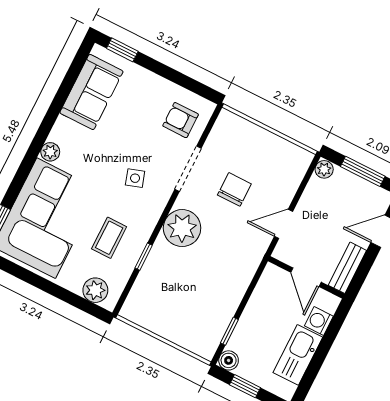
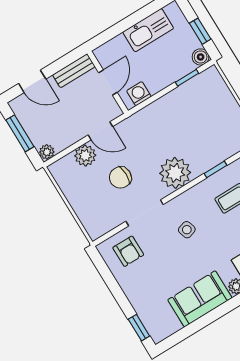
sofa: (91, 92) -> (200, 299), moved
plant: (283, 190) -> (85, 155), added
washing machine: (319, 321) -> (139, 94), moved, turned 180

